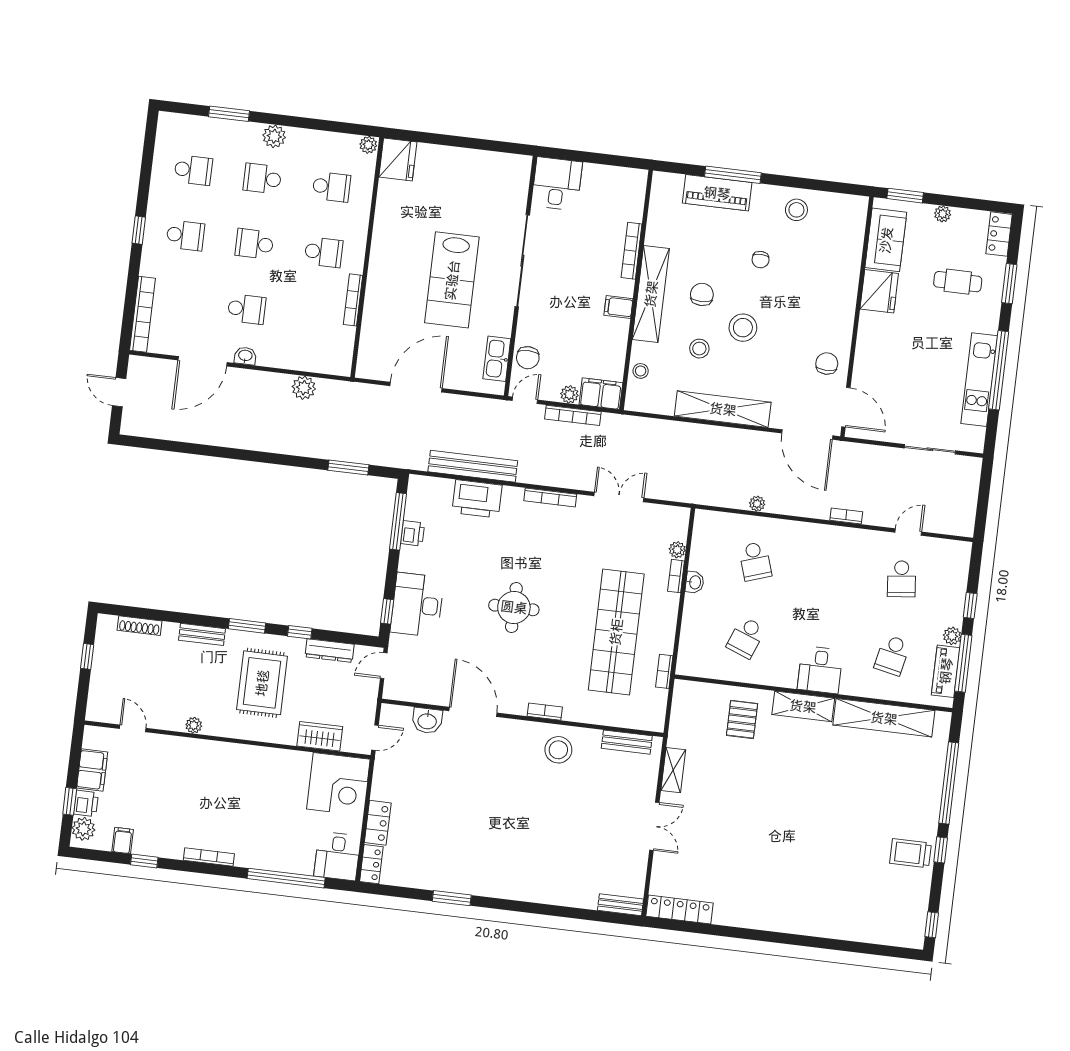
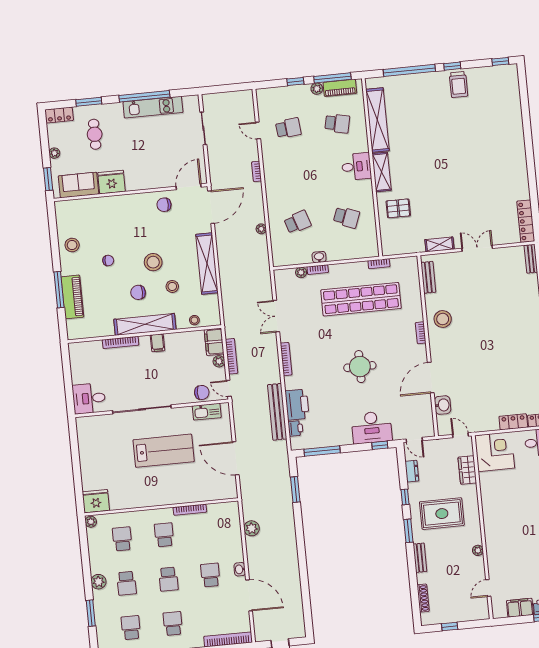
printer: (413, 533) -> (295, 428), moved, turned 90
dresser: (330, 651) -> (412, 471), width x0.70

